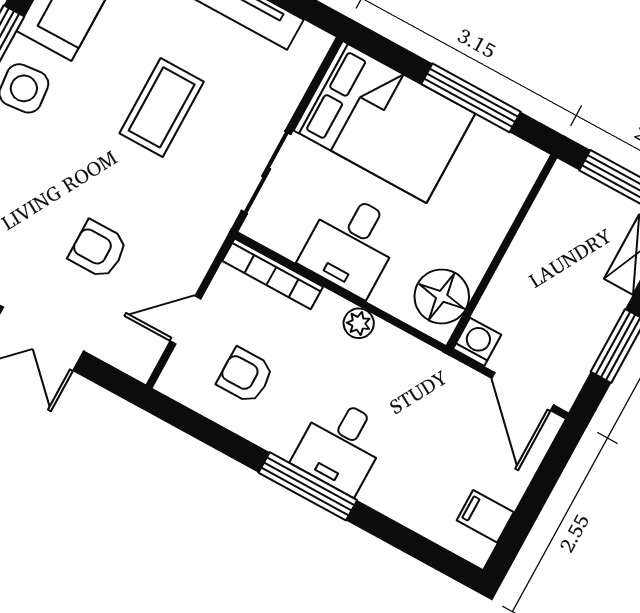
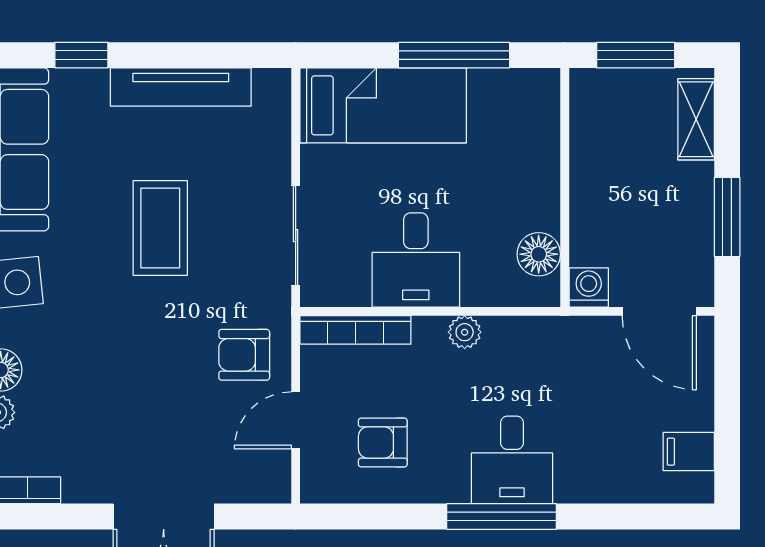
bed: (385, 122) -> (383, 105), width x0.67
armchair: (98, 250) -> (244, 355), moved
floor lamp: (442, 296) -> (539, 254), width x0.73, depth x0.73

